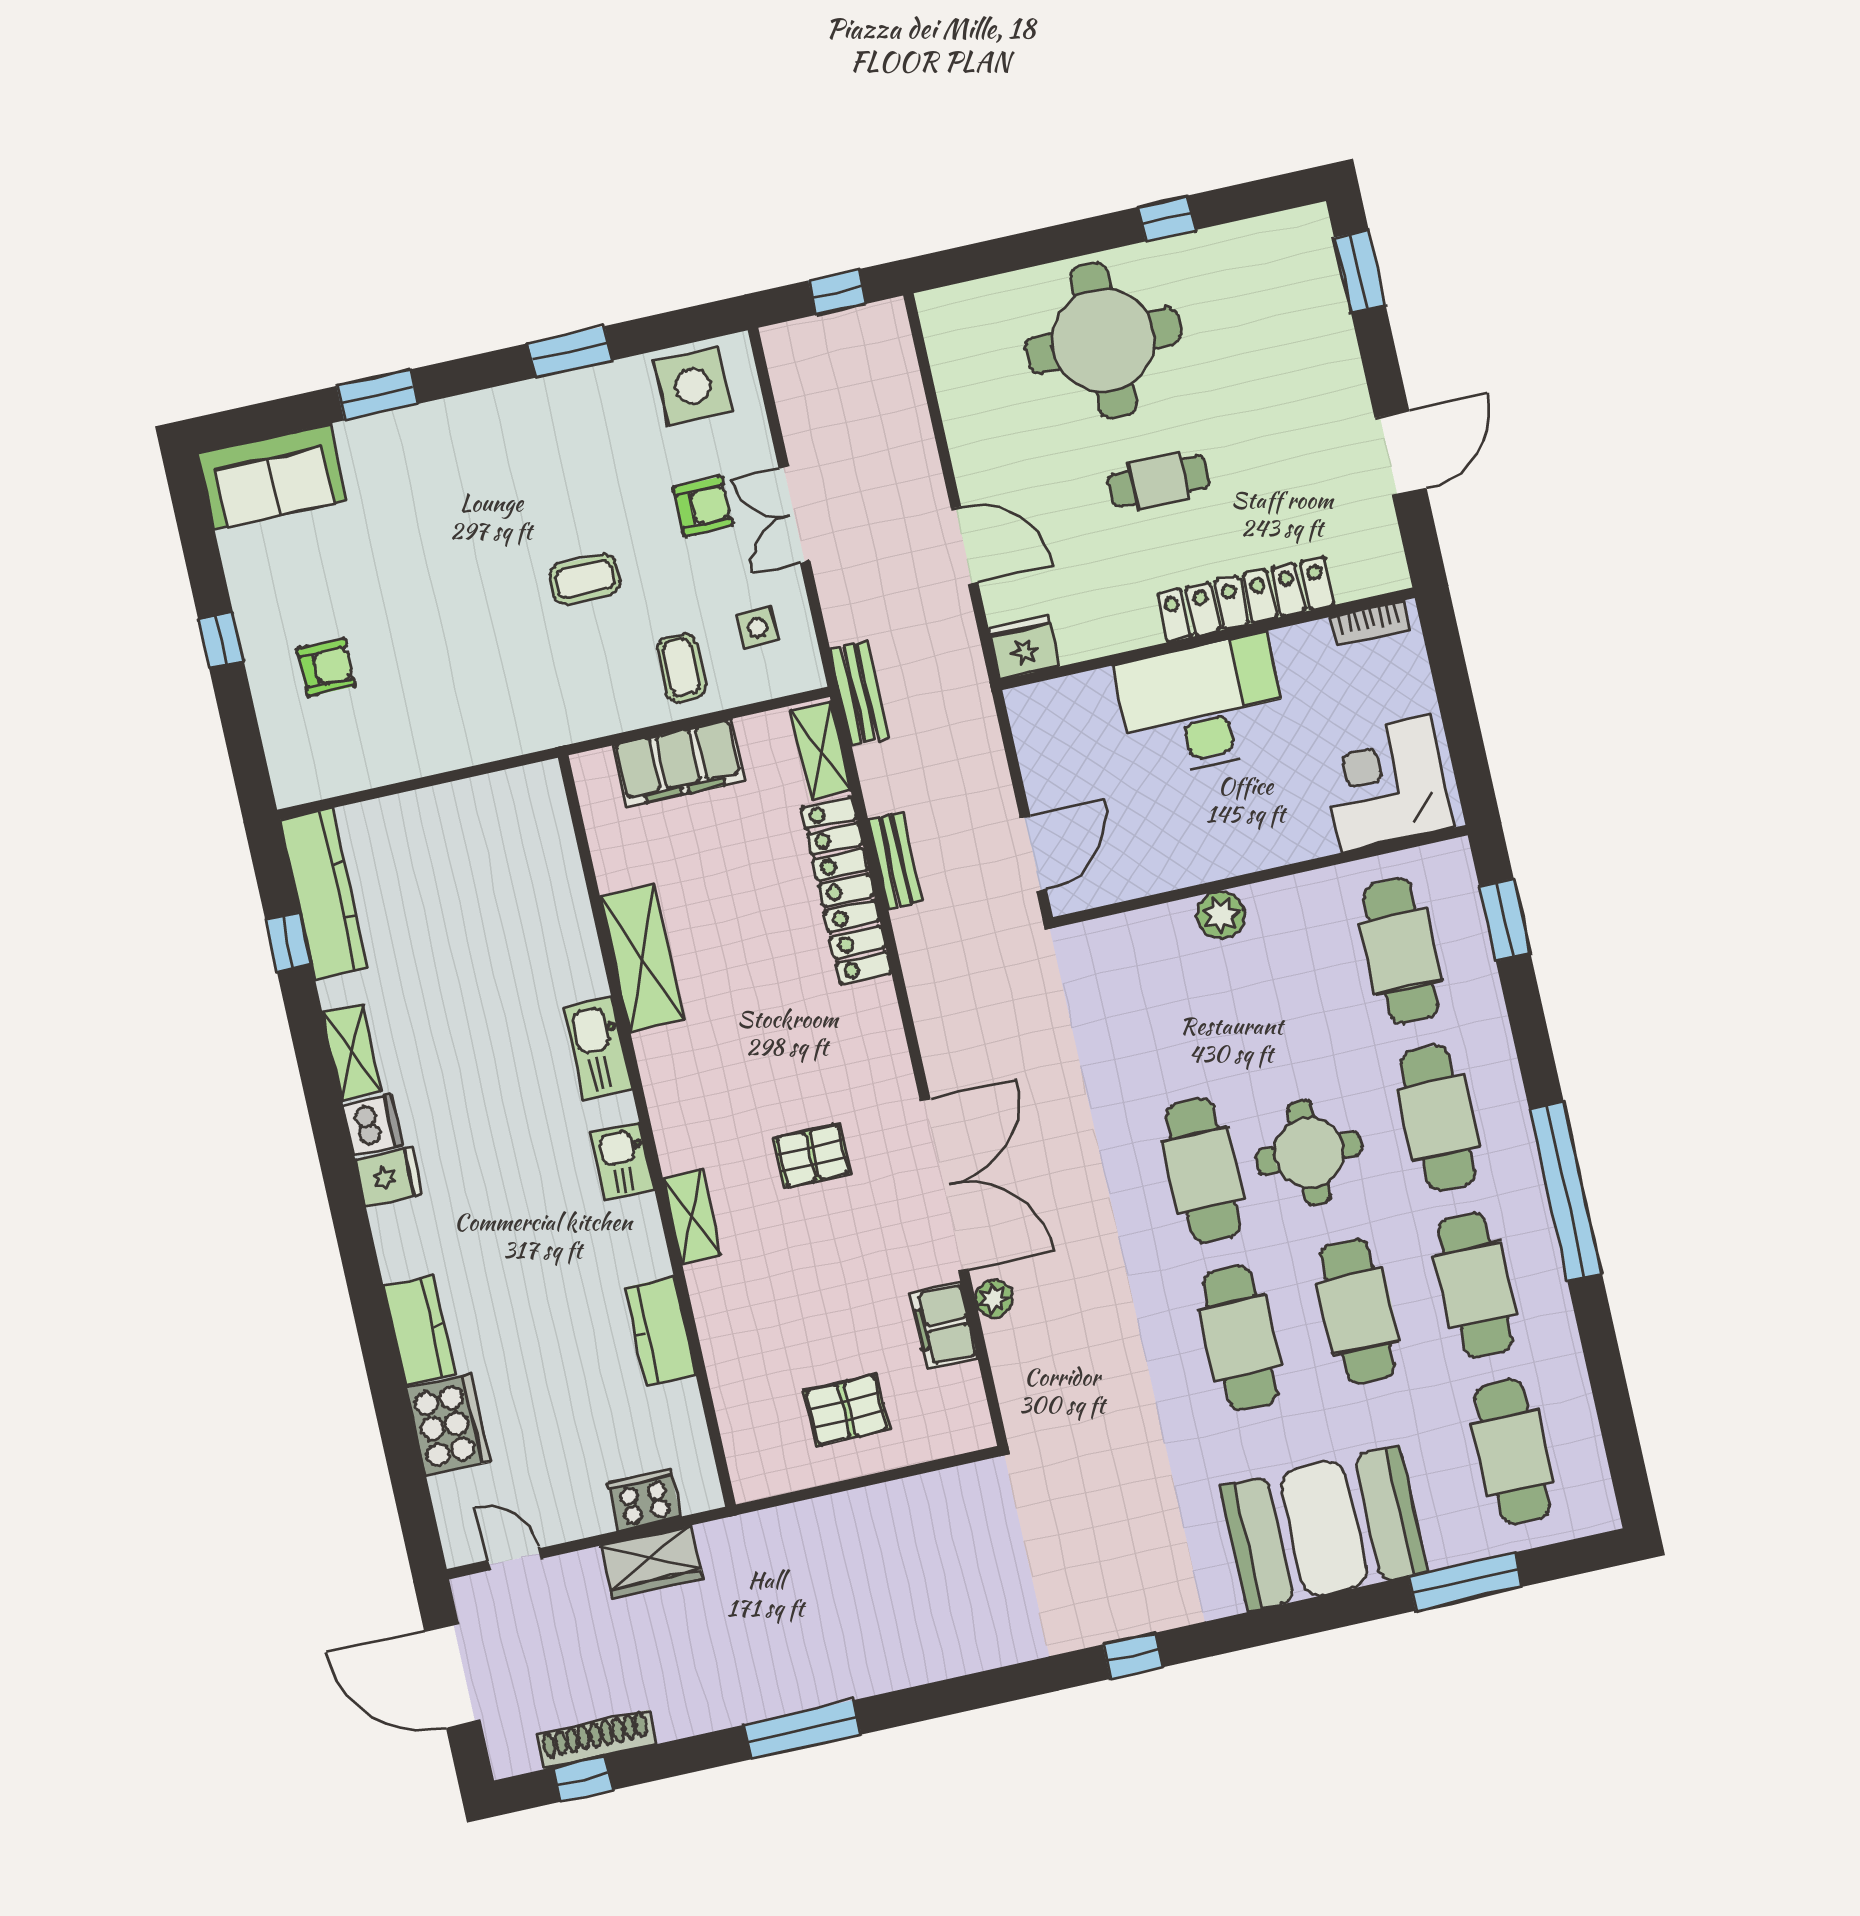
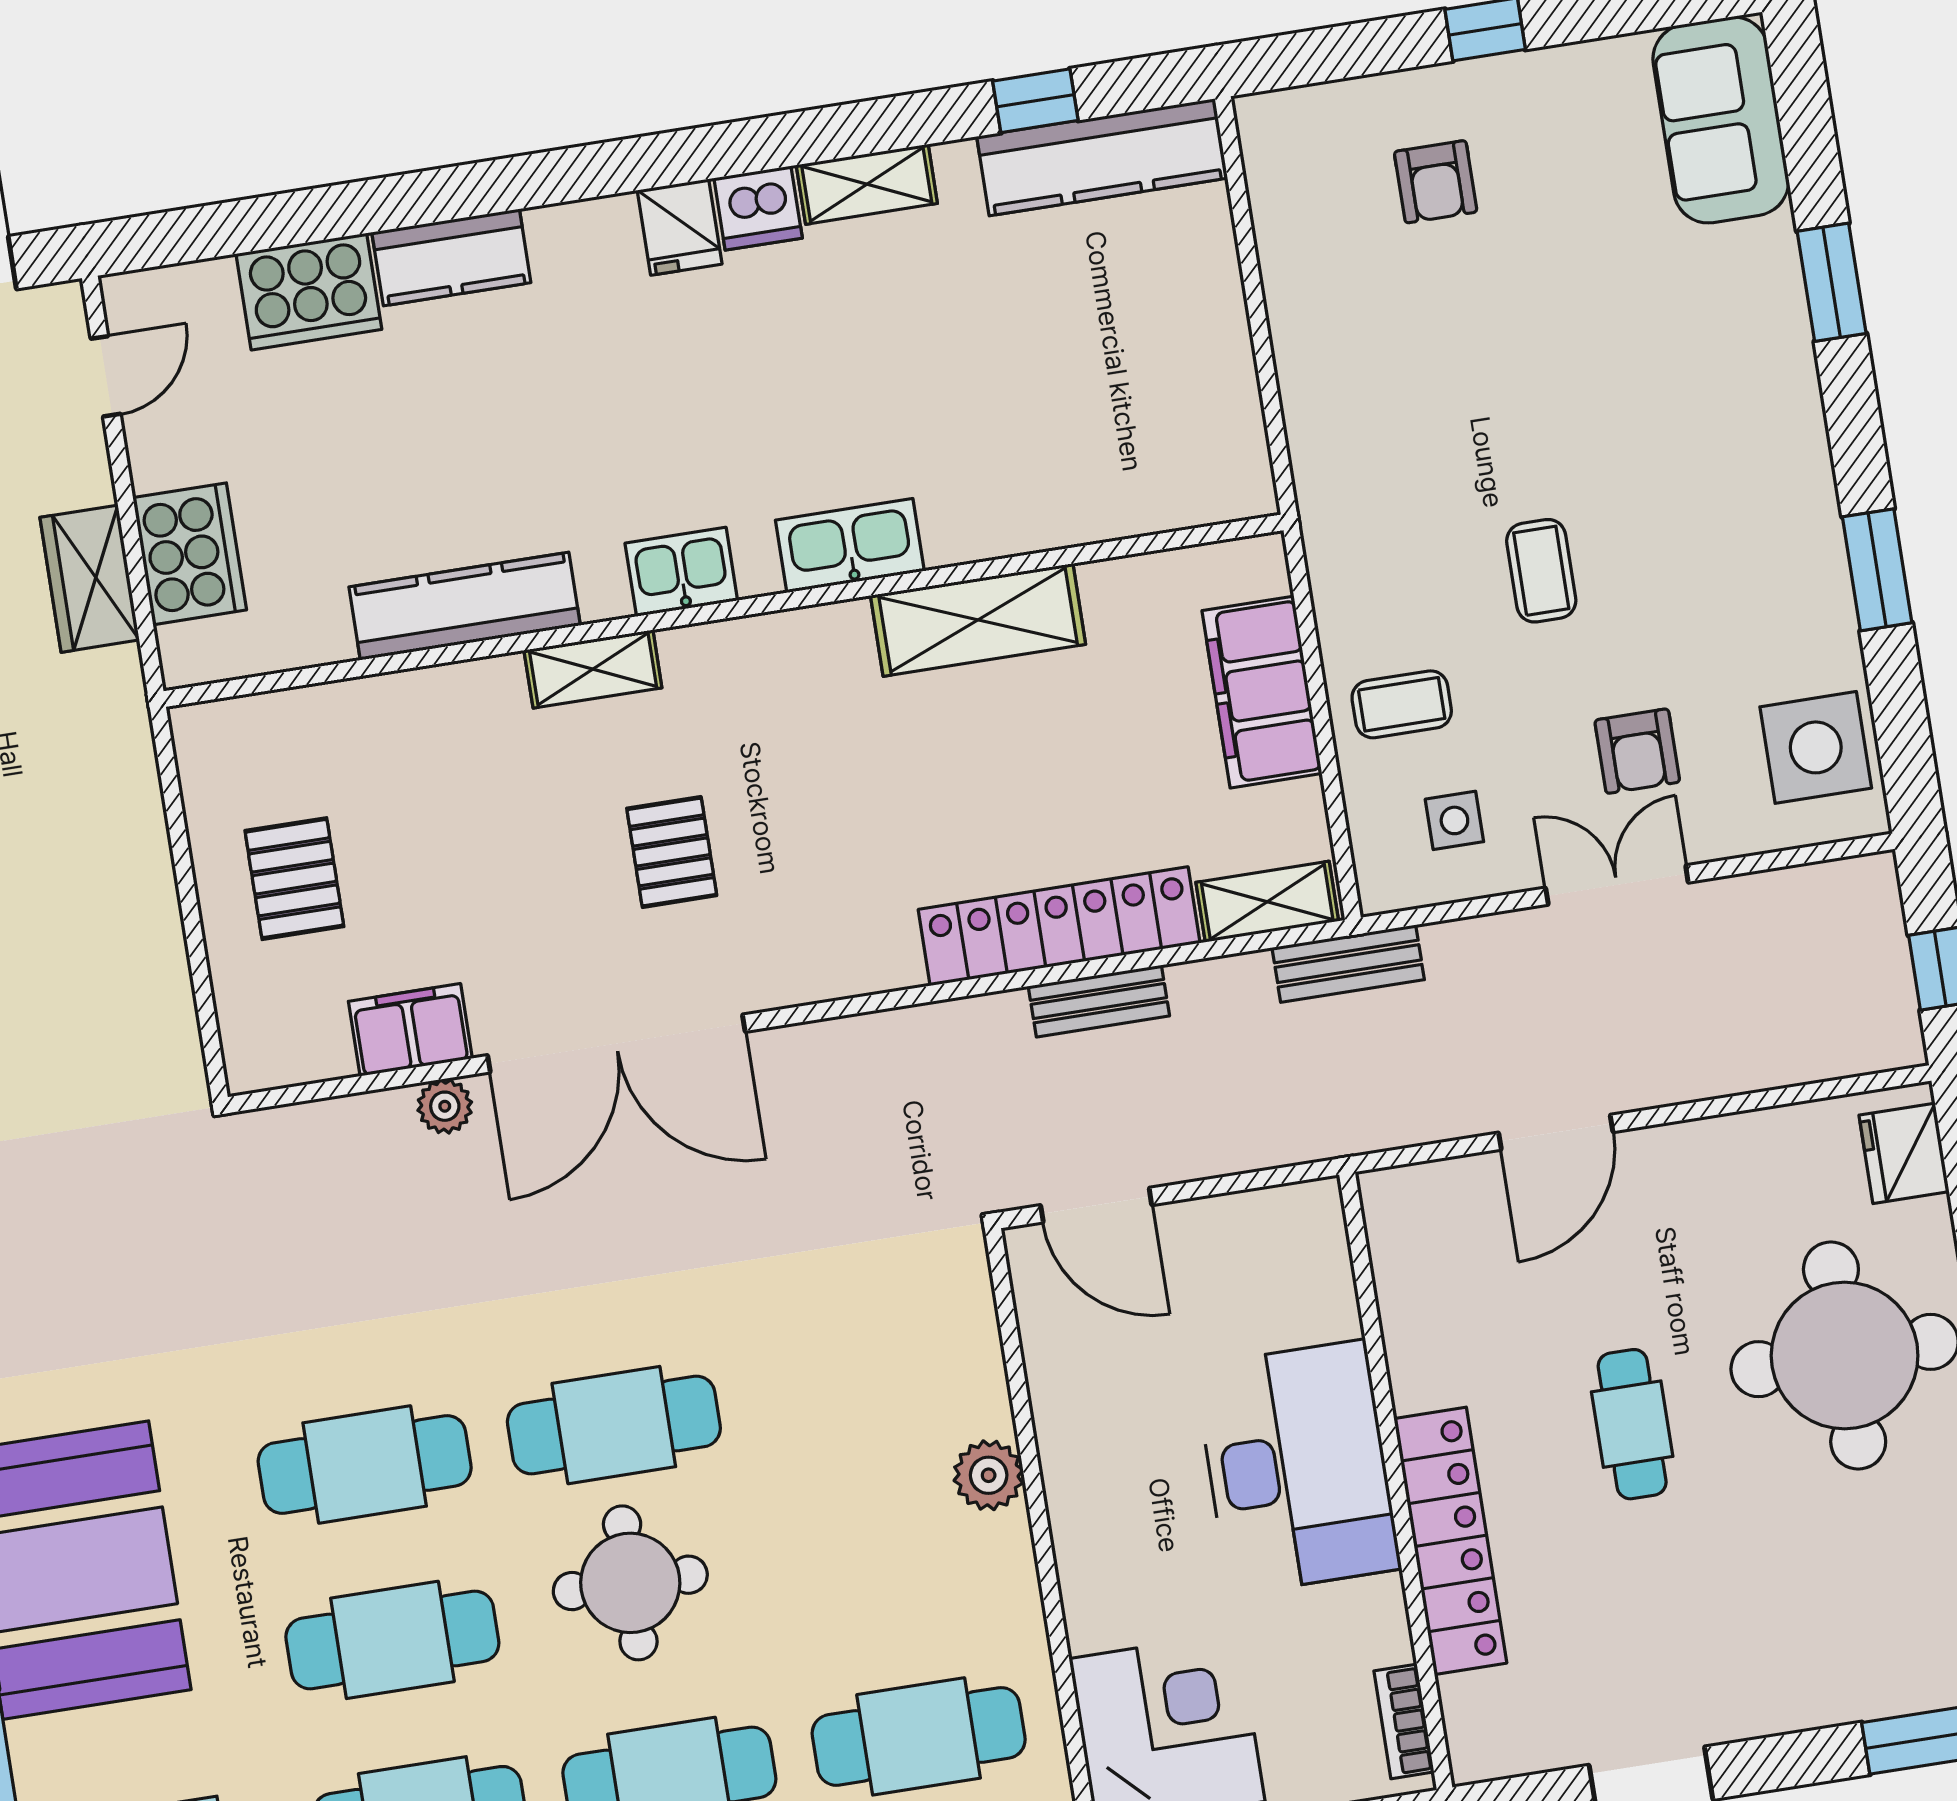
fridge: (1024, 648) -> (1904, 1153), moved, turned 180
kitchen counter: (660, 1331) -> (465, 606), width x1.50
cooker: (644, 1500) -> (190, 554), width x1.37, depth x1.31

